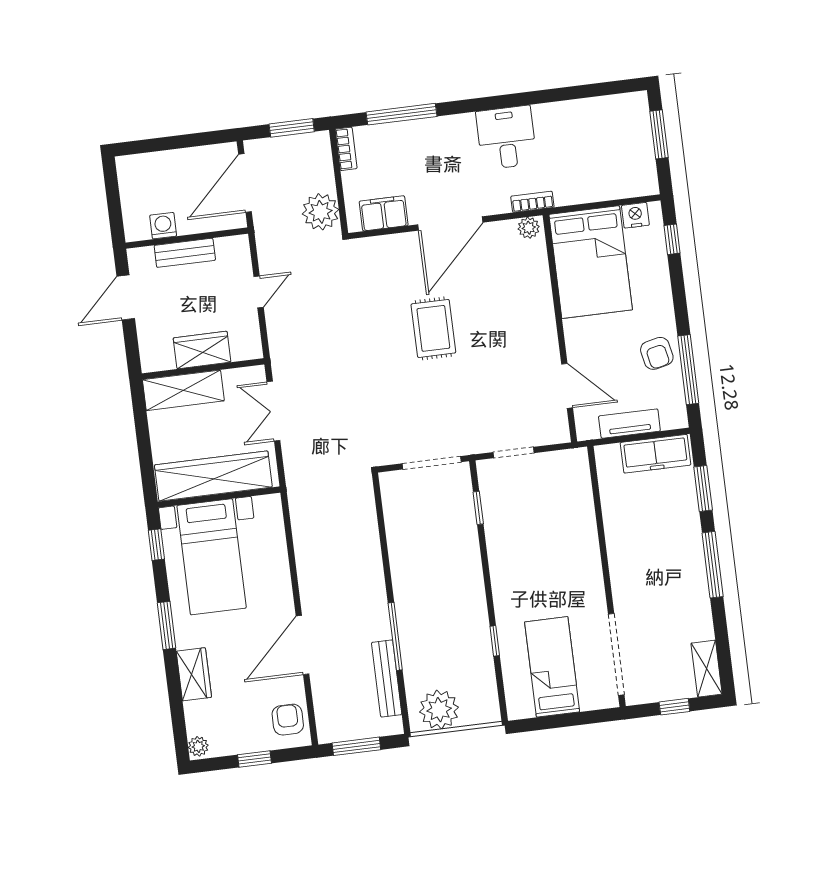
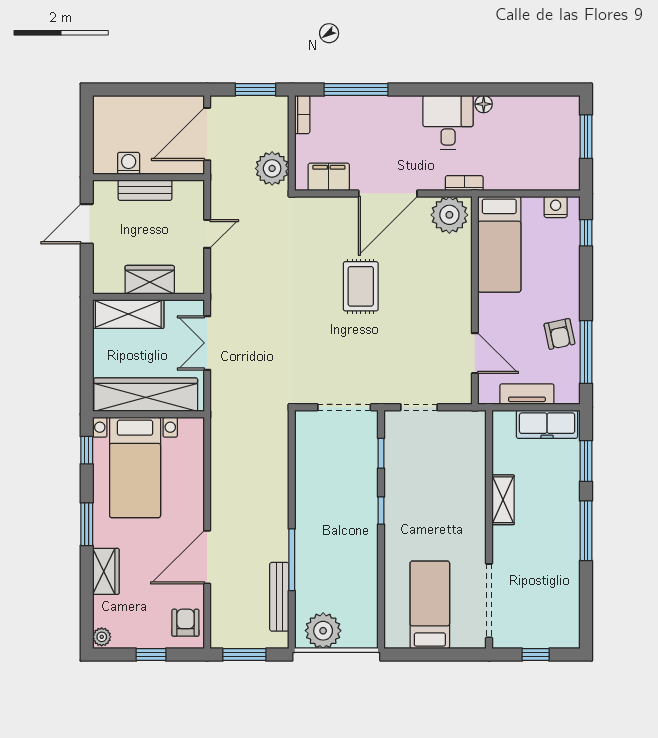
floor lamp: (543, 113) -> (484, 104), added
plant: (529, 228) -> (449, 215), width x1.88, depth x1.88
bed: (591, 262) -> (499, 244), width x0.67
window: (495, 641) -> (381, 511), moved
shelving: (707, 669) -> (503, 500), moved

